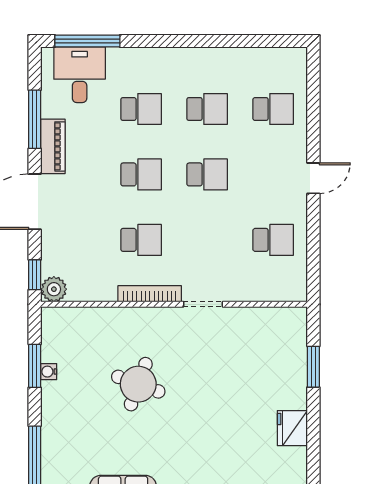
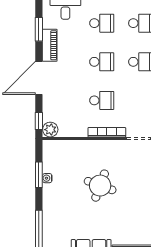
window: (35, 119) -> (39, 29), width x0.69

